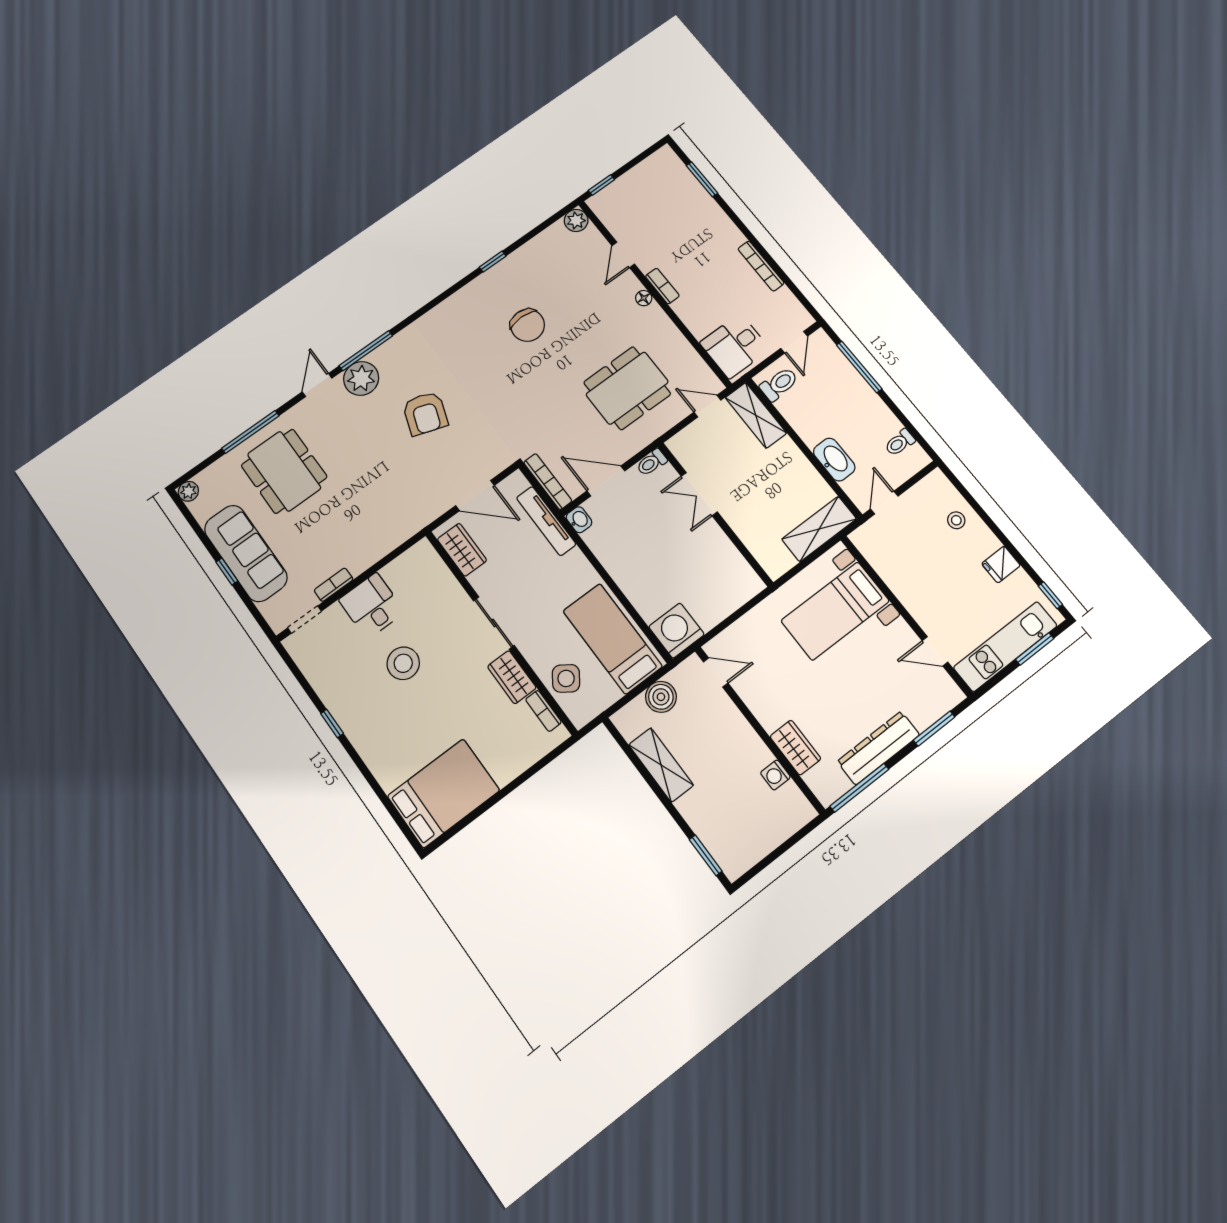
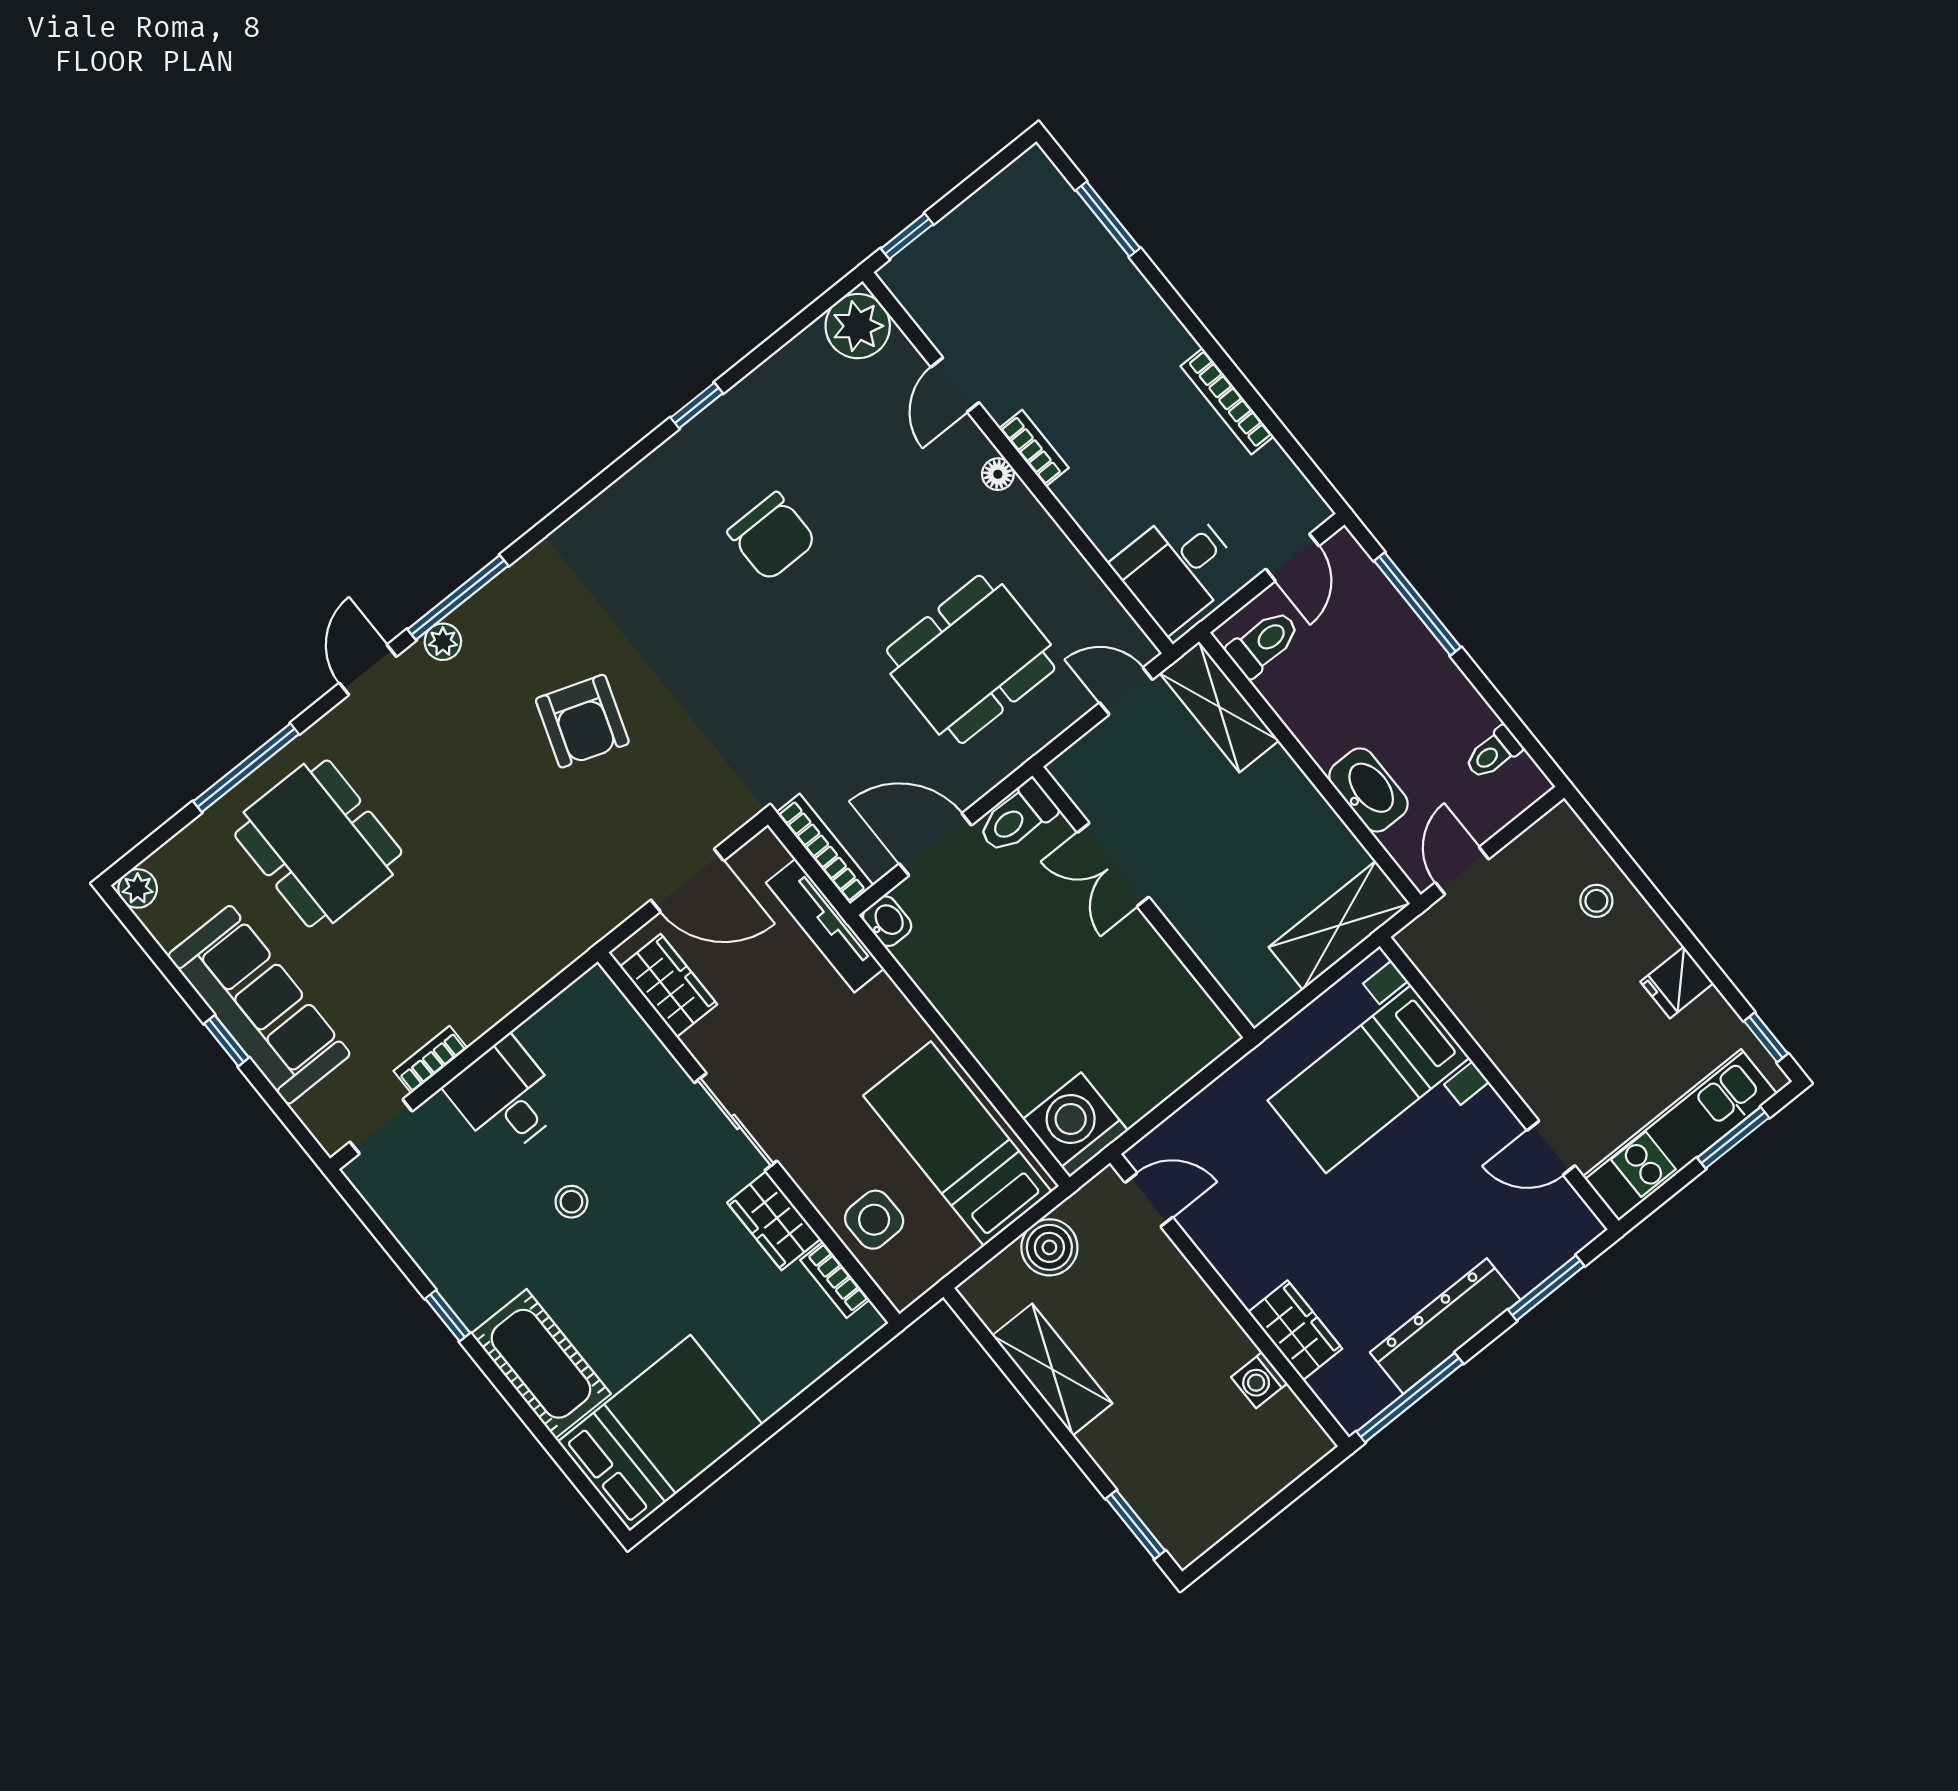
plant: (576, 220) -> (858, 326), width x1.36, depth x1.36
plant: (361, 378) -> (443, 642), width x0.53, depth x0.53
toilet: (652, 462) -> (1017, 817), width x1.37, depth x1.39
stool: (403, 663) -> (571, 1202), width x0.53, depth x0.53
side table: (566, 678) -> (874, 1220), turned -36
cot: (381, 752) -> (541, 1364), added

